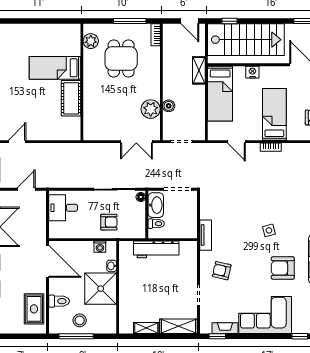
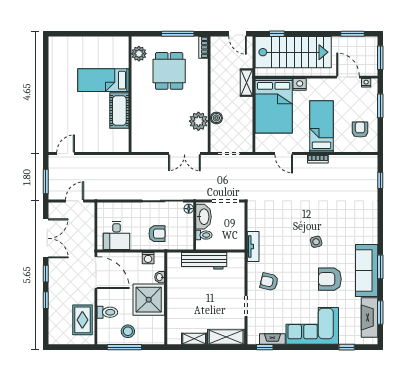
bed: (220, 94) -> (274, 106), width x1.50
desk: (63, 208) -> (117, 235), moved, turned -90

